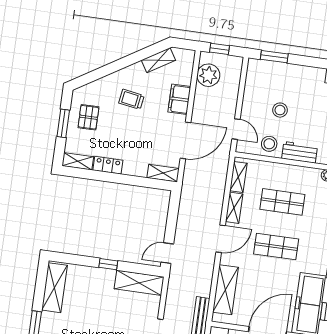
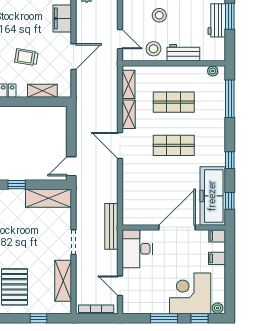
trolley: (131, 99) -> (26, 57), moved
door: (185, 140) -> (74, 57), width x0.73
shelving: (163, 173) -> (42, 91), moved
door: (221, 239) -> (120, 145), swing flipped
shelving: (225, 290) -> (131, 193), removed

